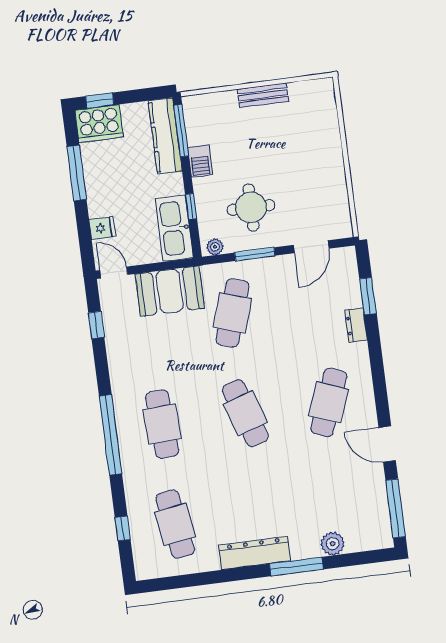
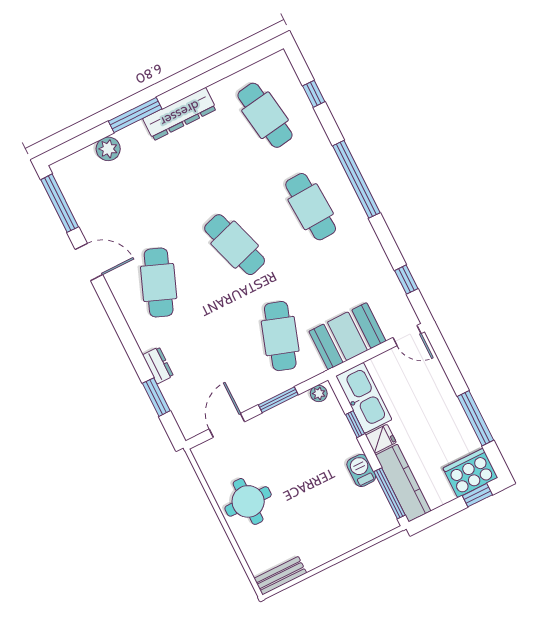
bench: (263, 95) -> (280, 576), moved
round table: (251, 207) -> (248, 501), moved
fridge: (102, 228) -> (381, 439), moved, turned 180

